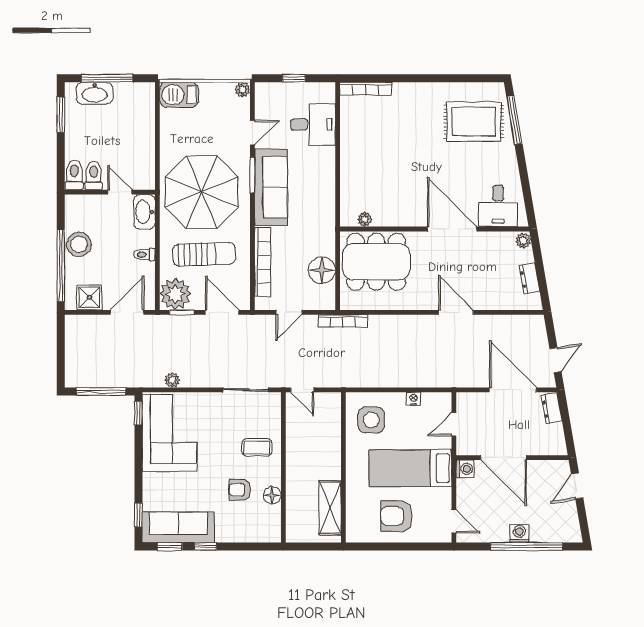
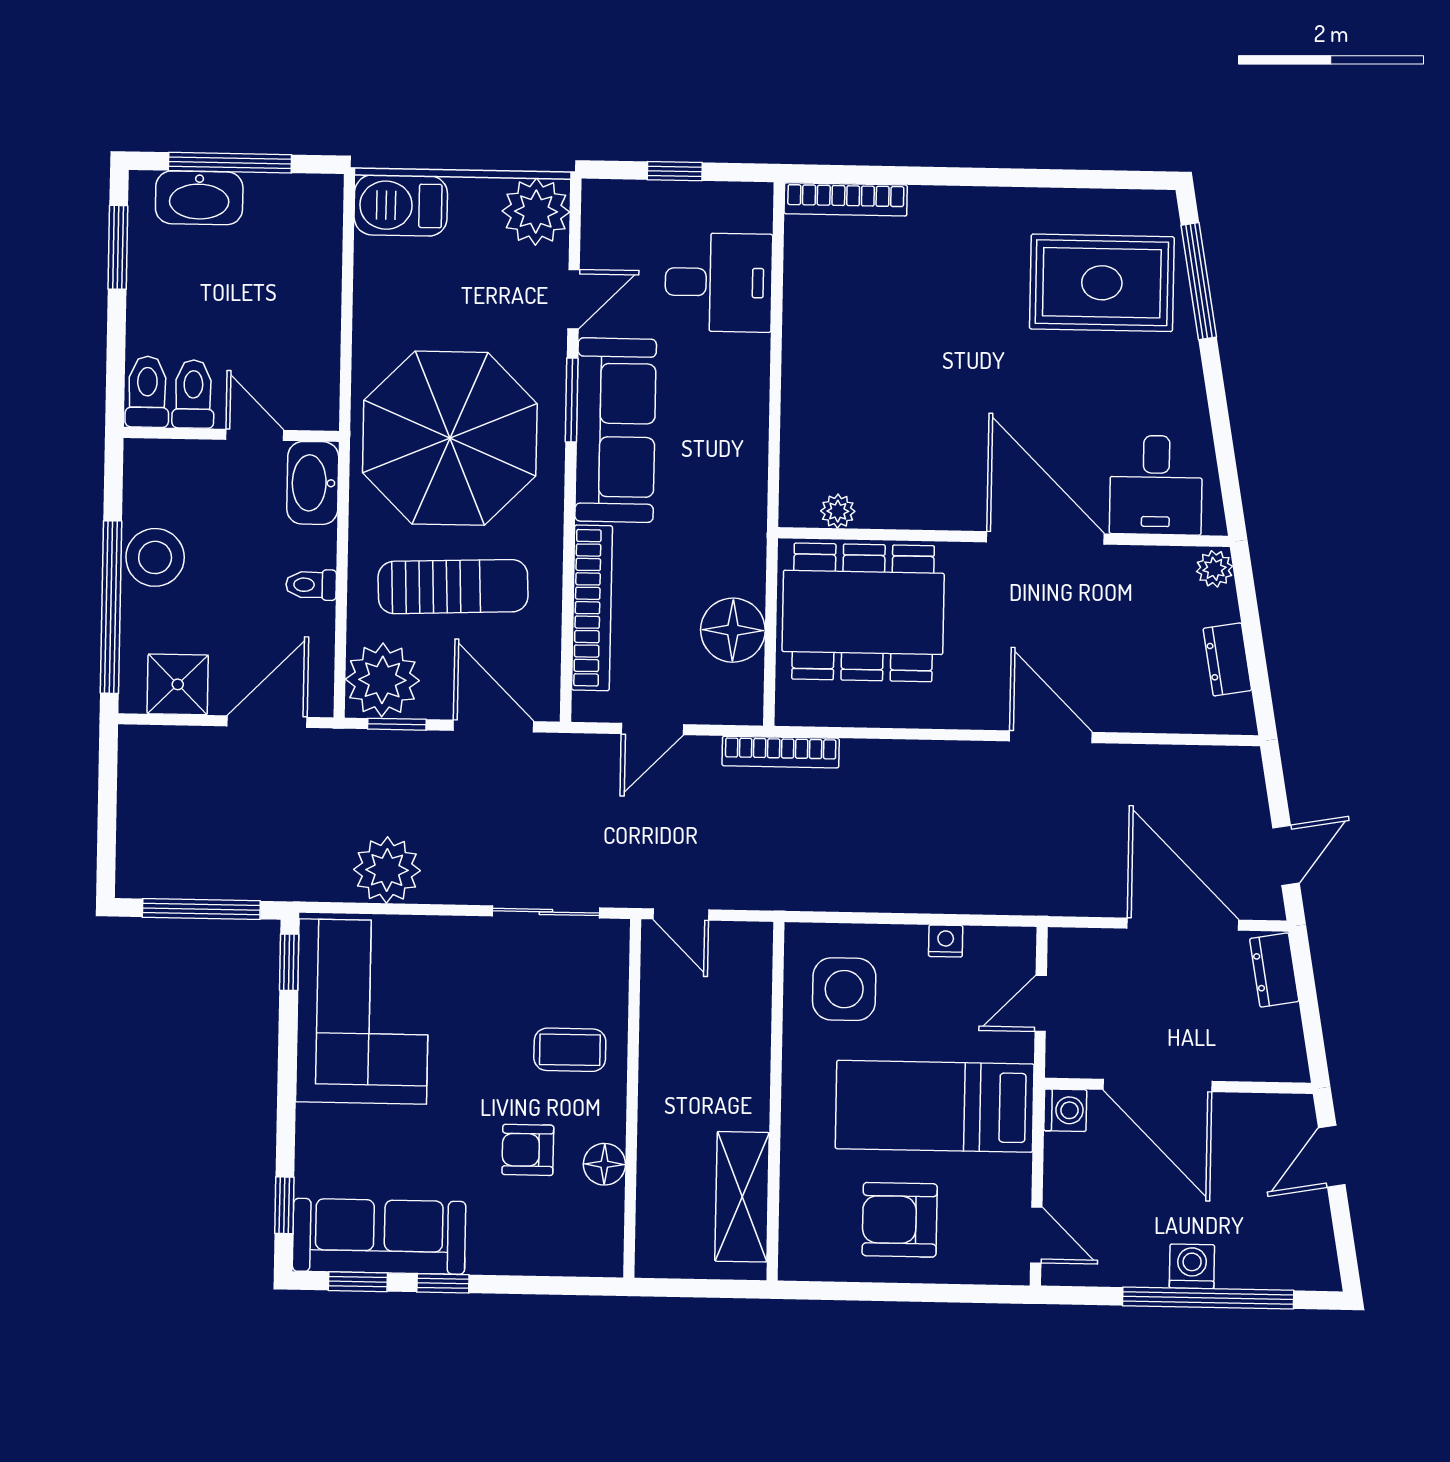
plant: (242, 90) -> (536, 212), width x1.88, depth x1.88
plant: (172, 380) -> (387, 870), width x1.88, depth x1.88

